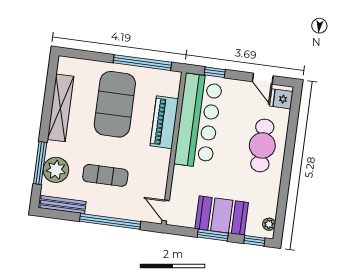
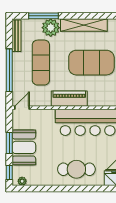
piano: (164, 122) -> (69, 99), moved
plant: (56, 170) -> (51, 28), moved
exercise mat: (105, 175) -> (41, 63), width x1.36, depth x1.45

